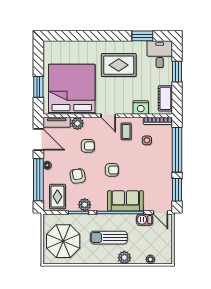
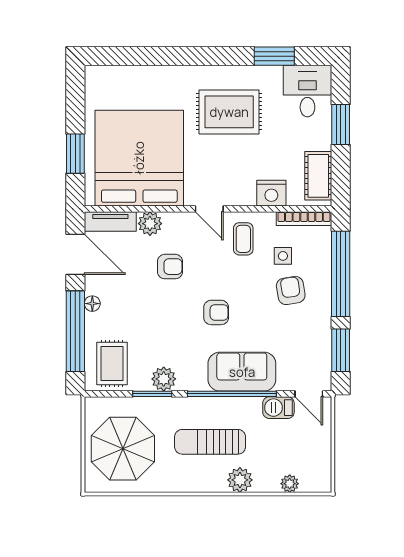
armchair: (78, 176) -> (291, 290), moved

